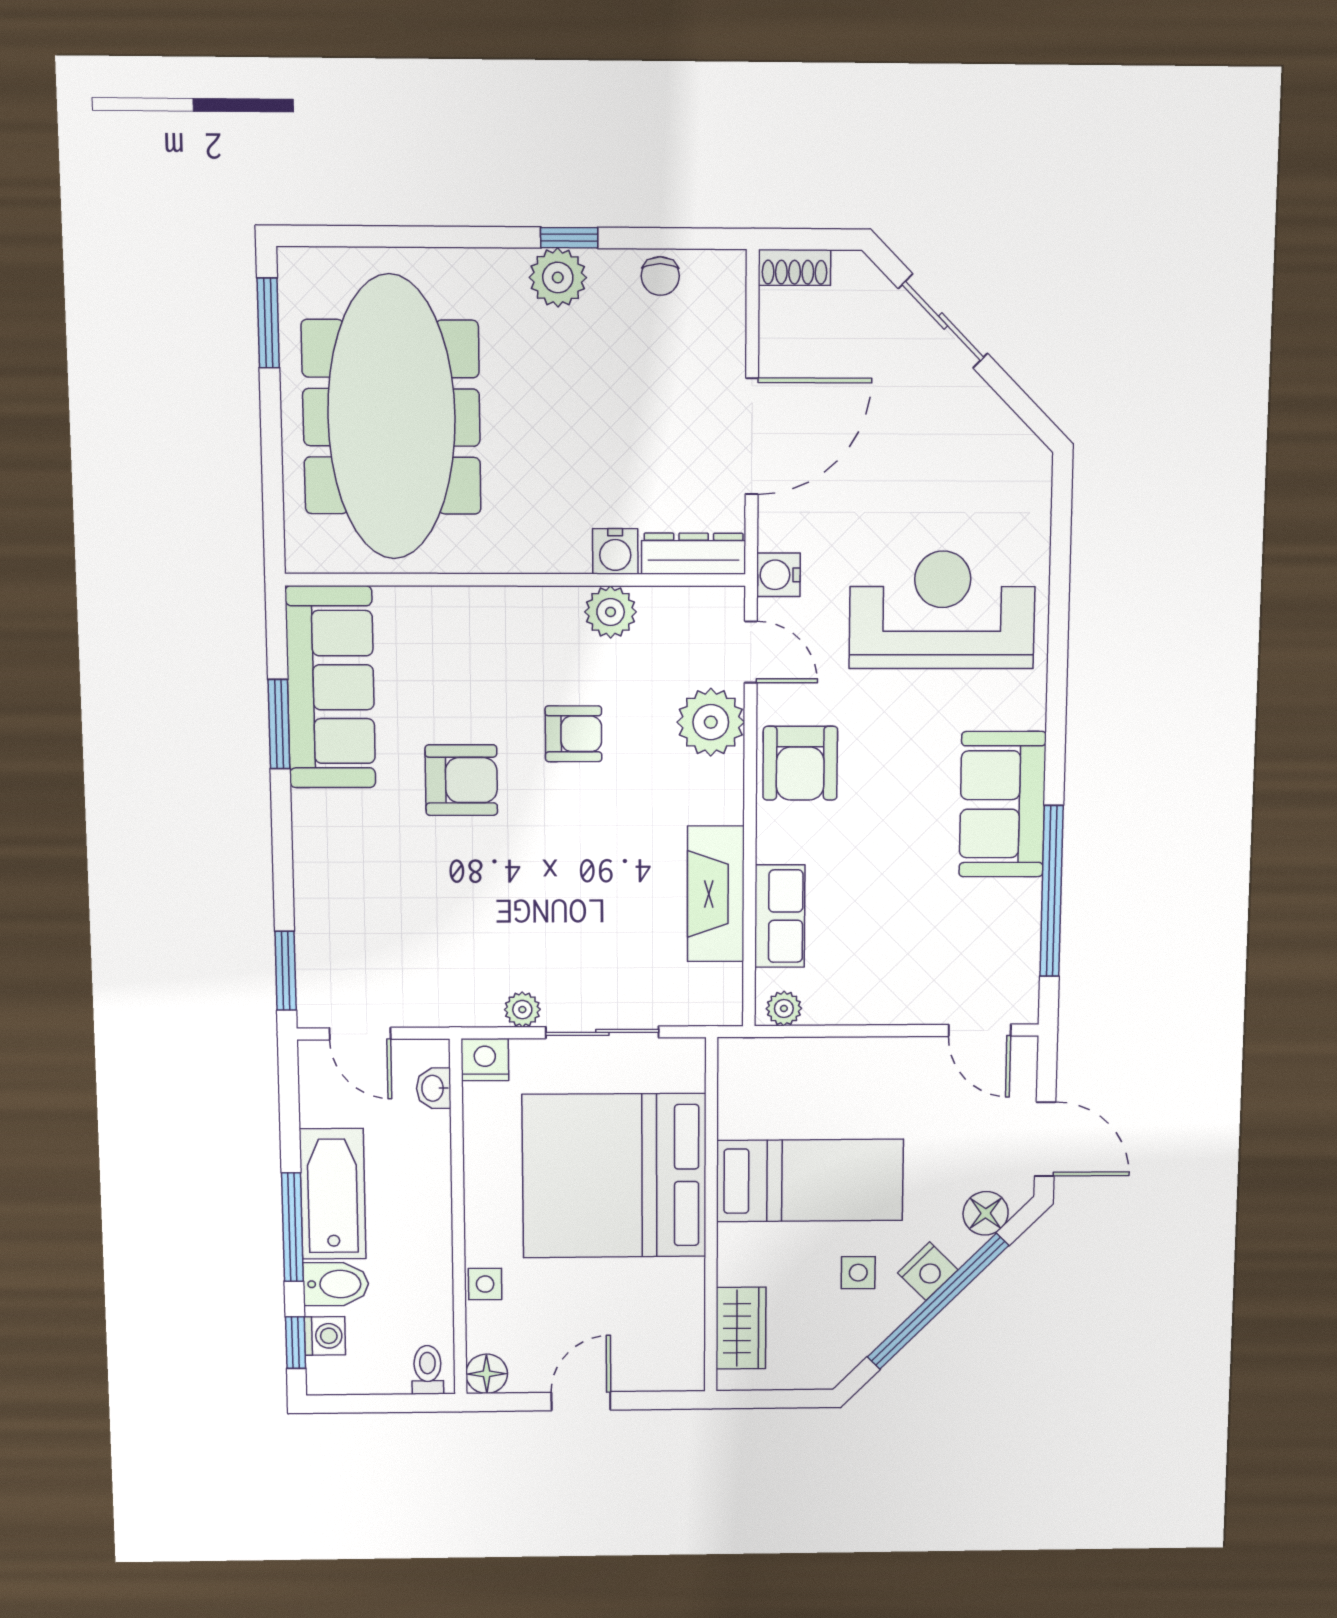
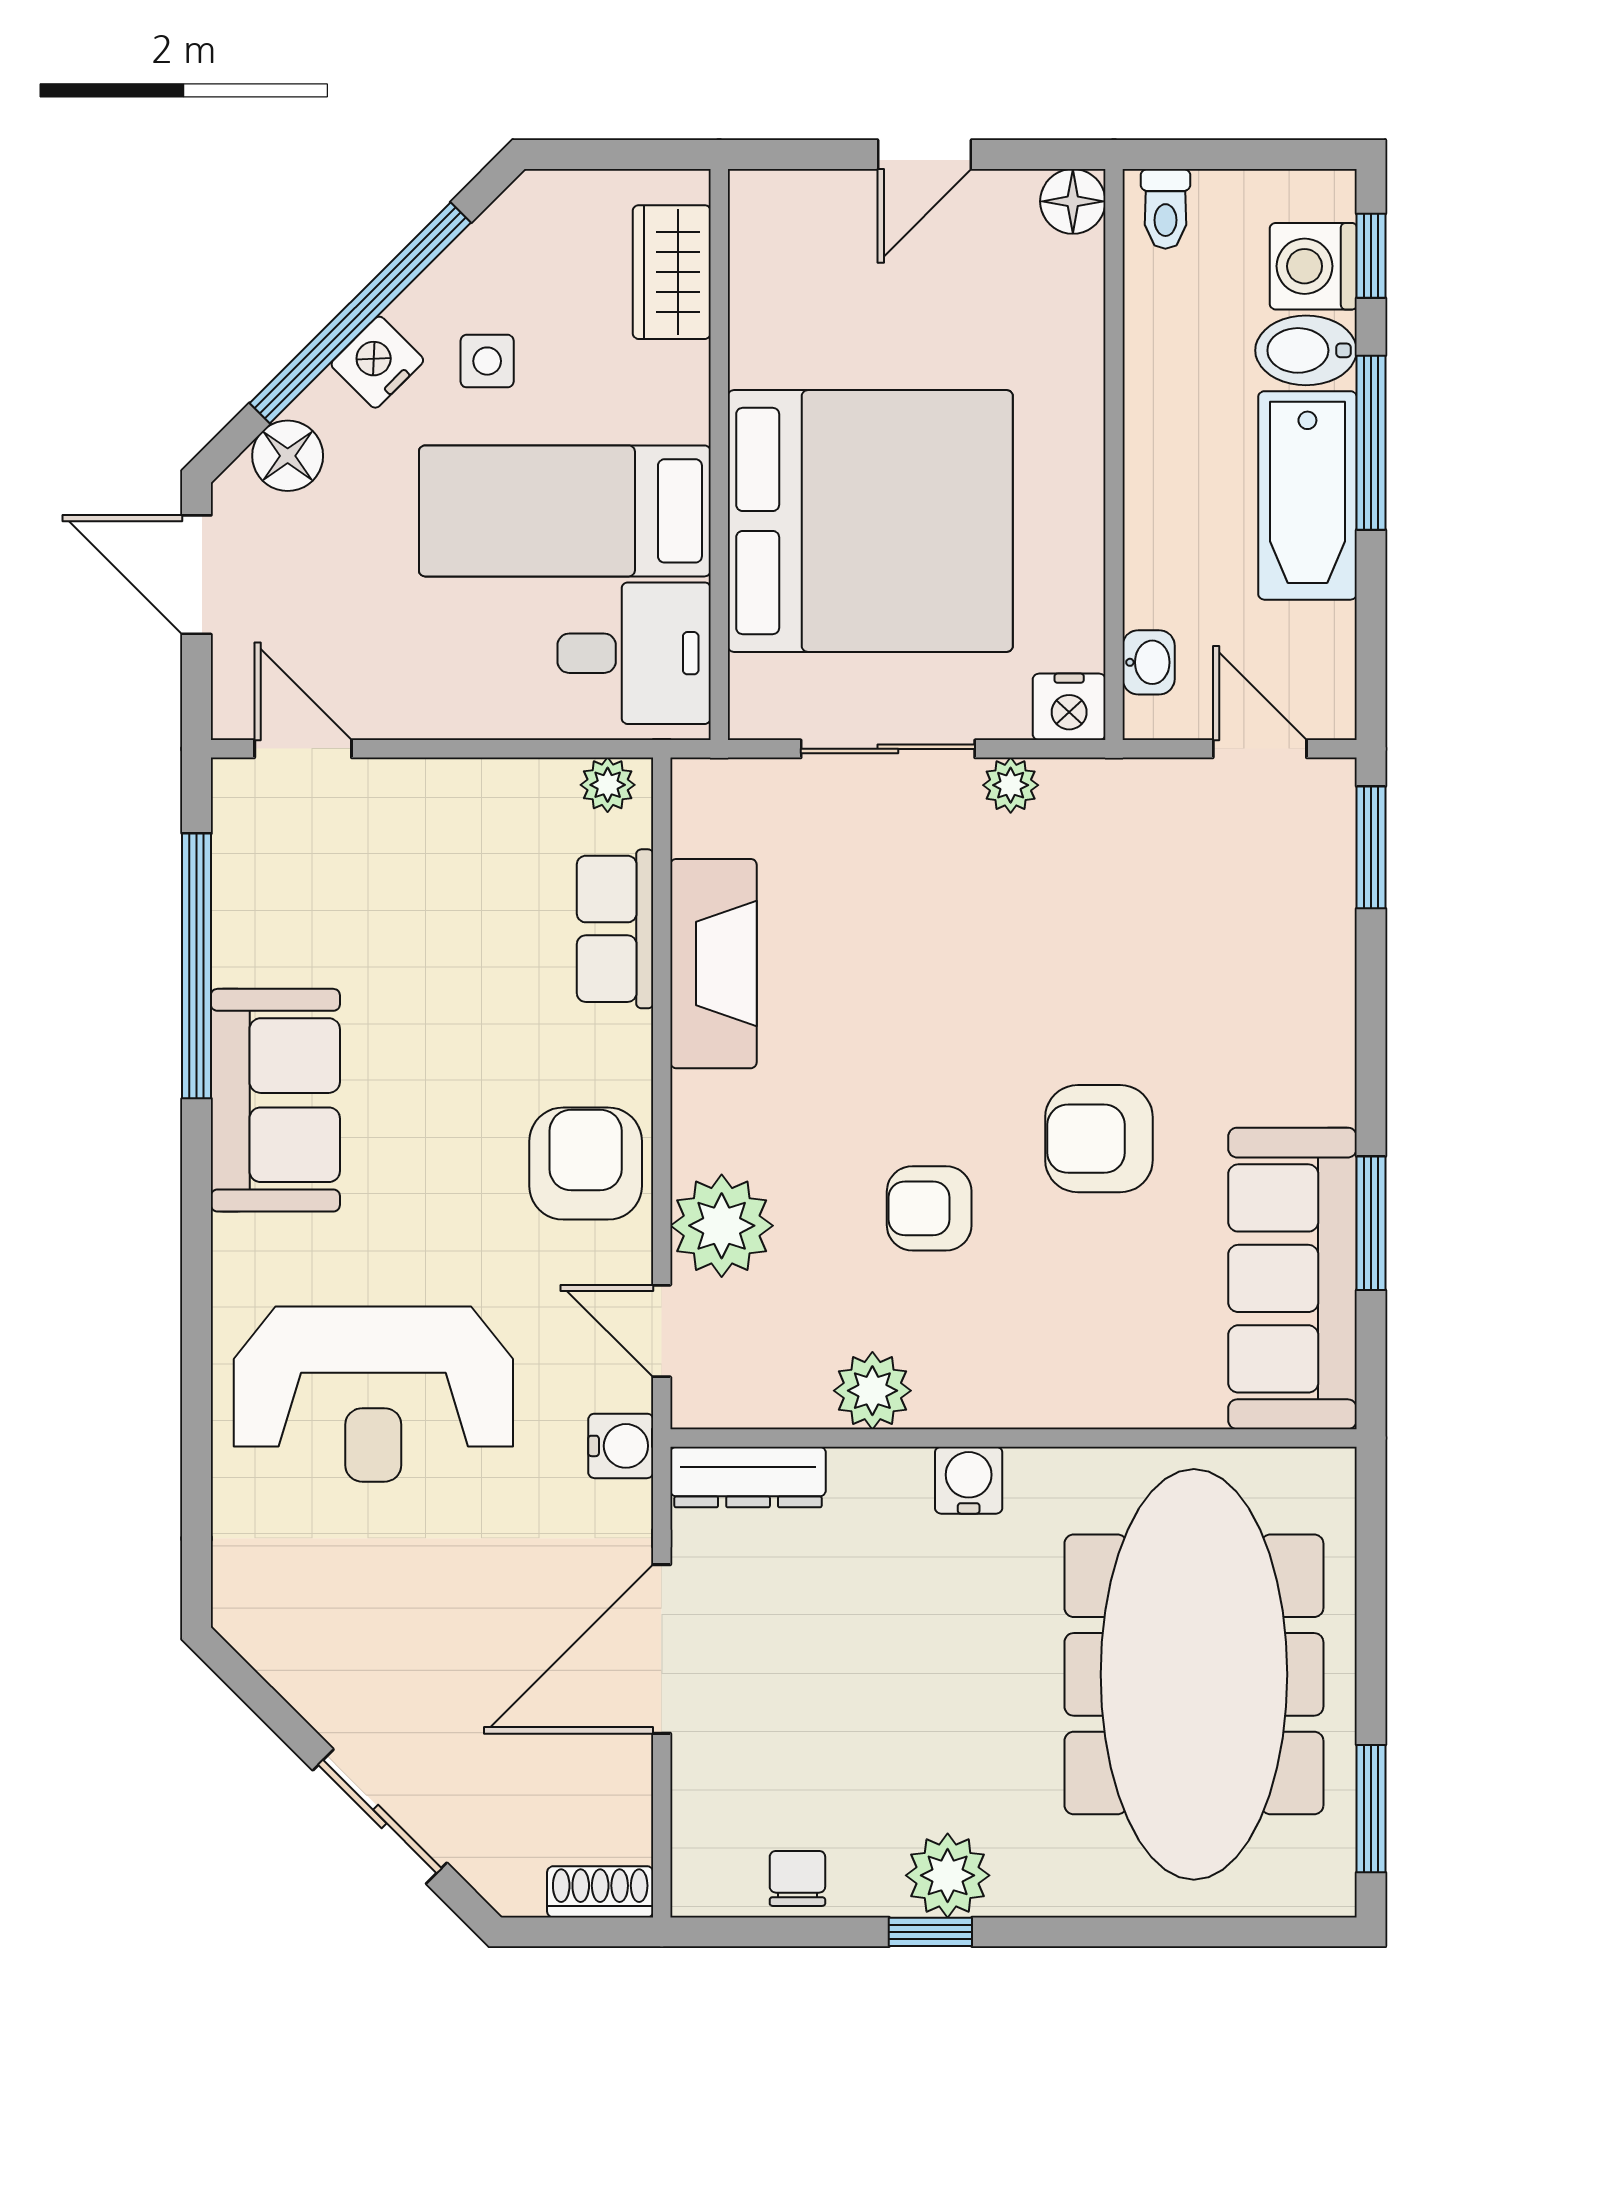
water cooler: (615, 551) -> (969, 1480), moved
desk: (766, 1092) -> (634, 653), added
side table: (485, 1284) -> (1073, 348), removed
washing machine: (325, 1336) -> (1313, 266), width x1.38, depth x1.38

